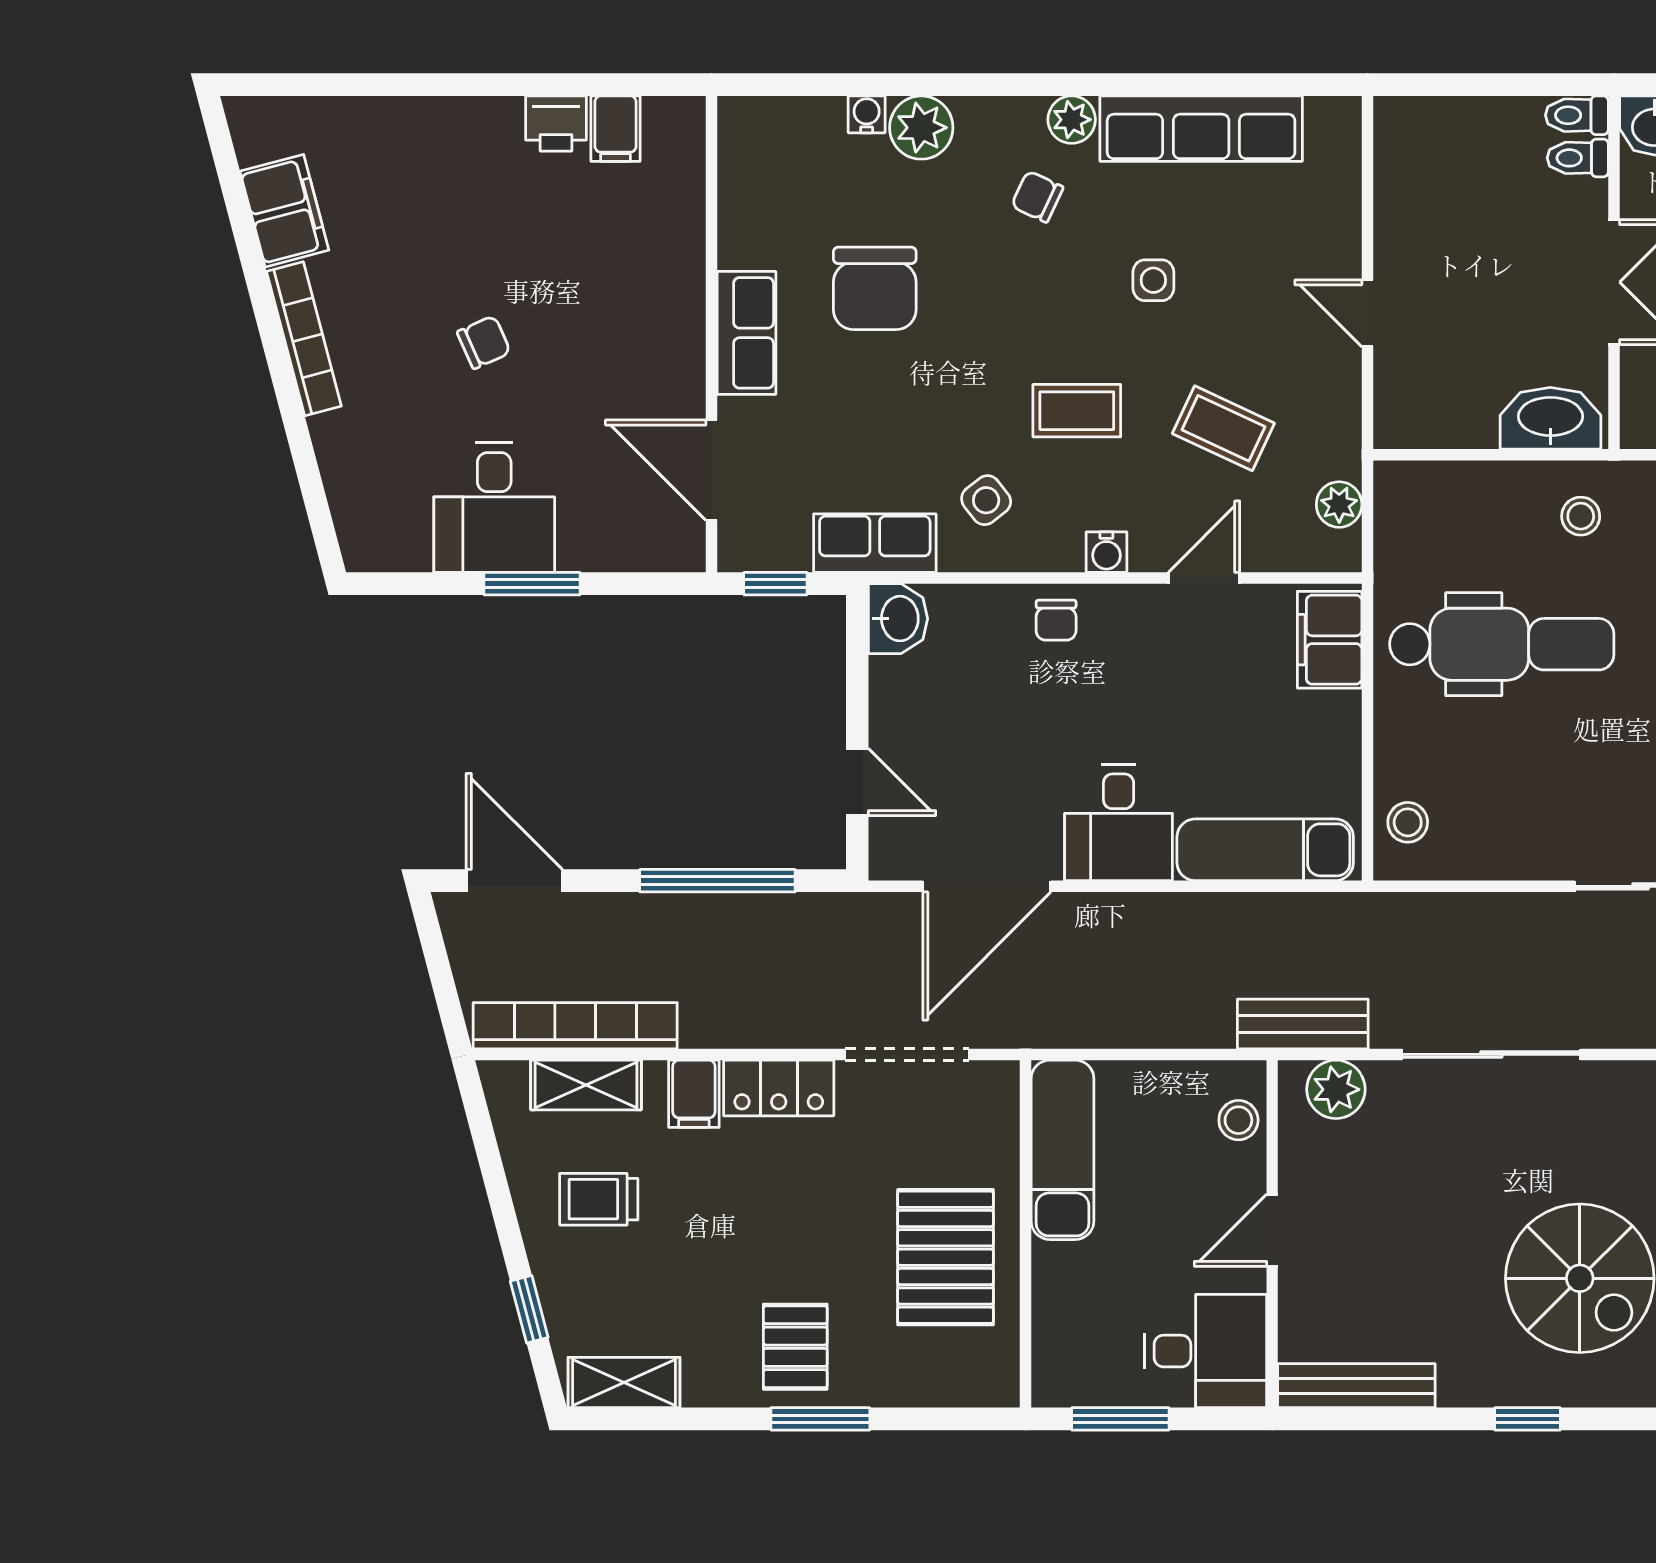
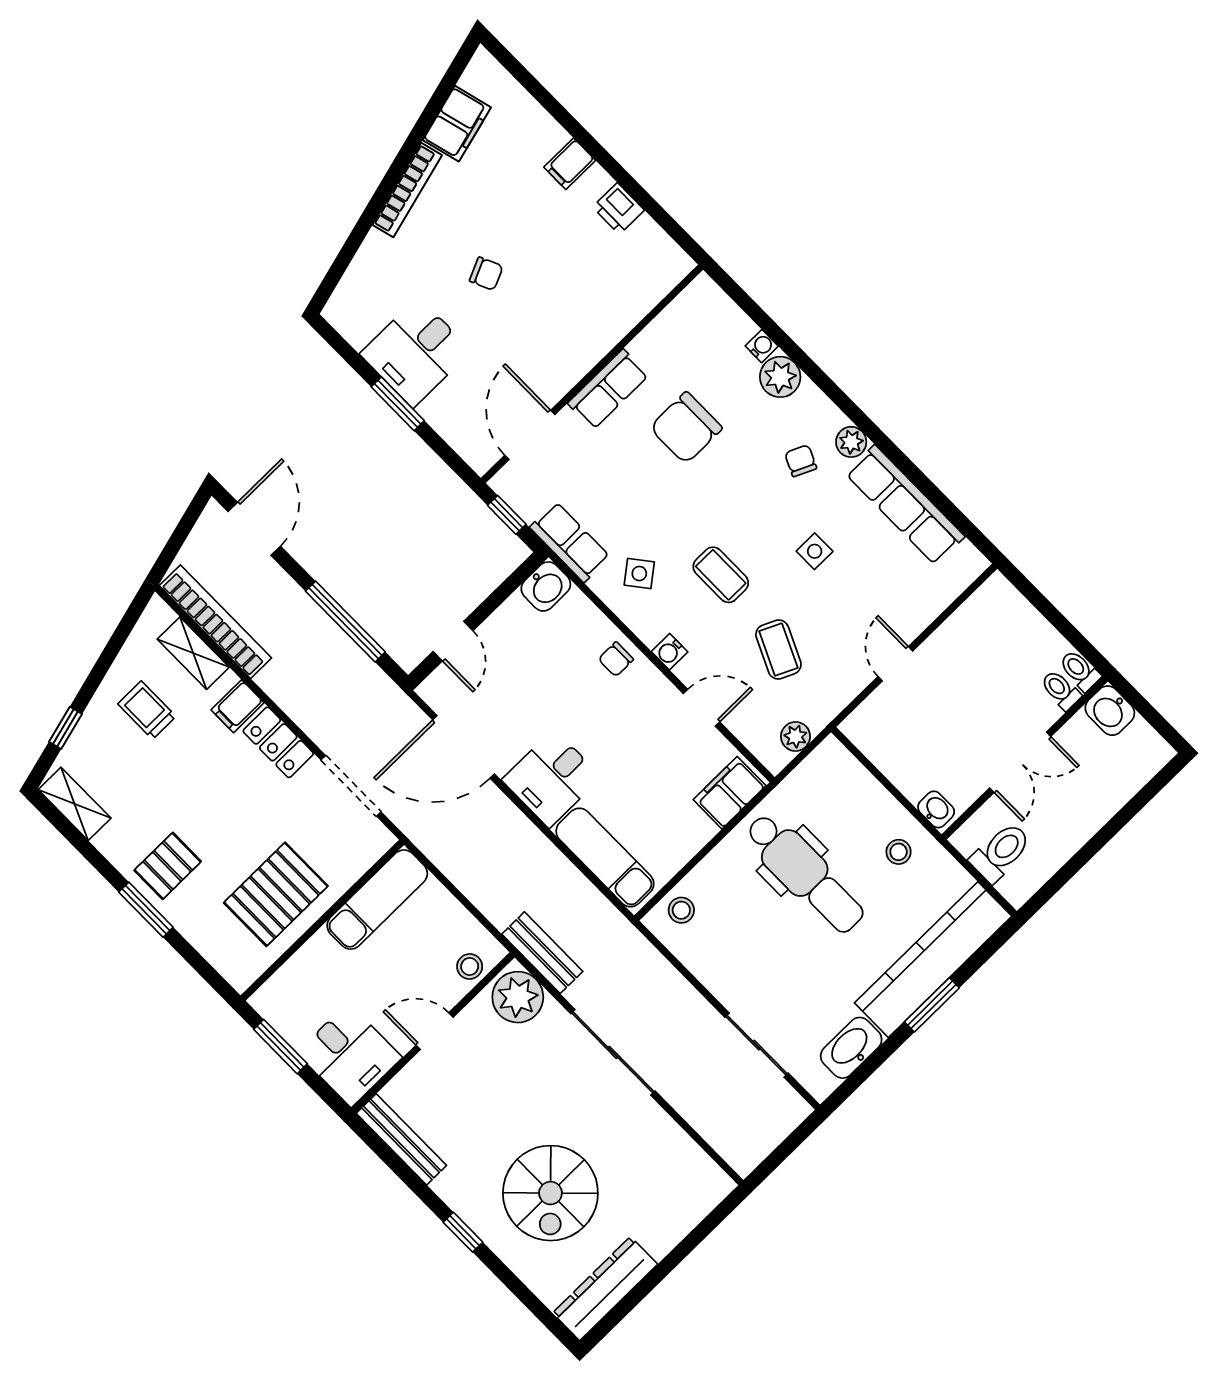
filing cabinet: (615, 129) -> (570, 164), moved
washbasin: (1550, 418) -> (936, 809), width x0.52, depth x0.69
plant: (1336, 1089) -> (518, 997), width x1.36, depth x1.36

